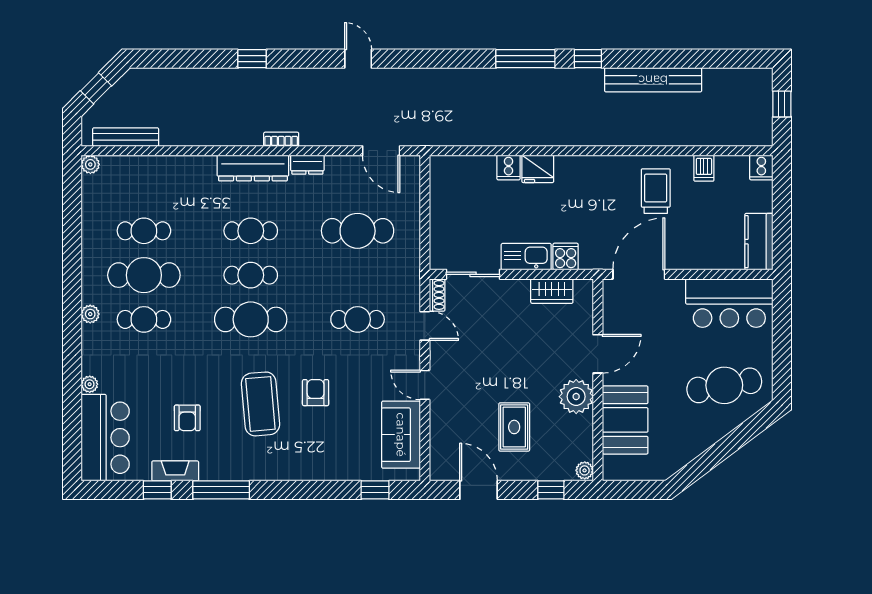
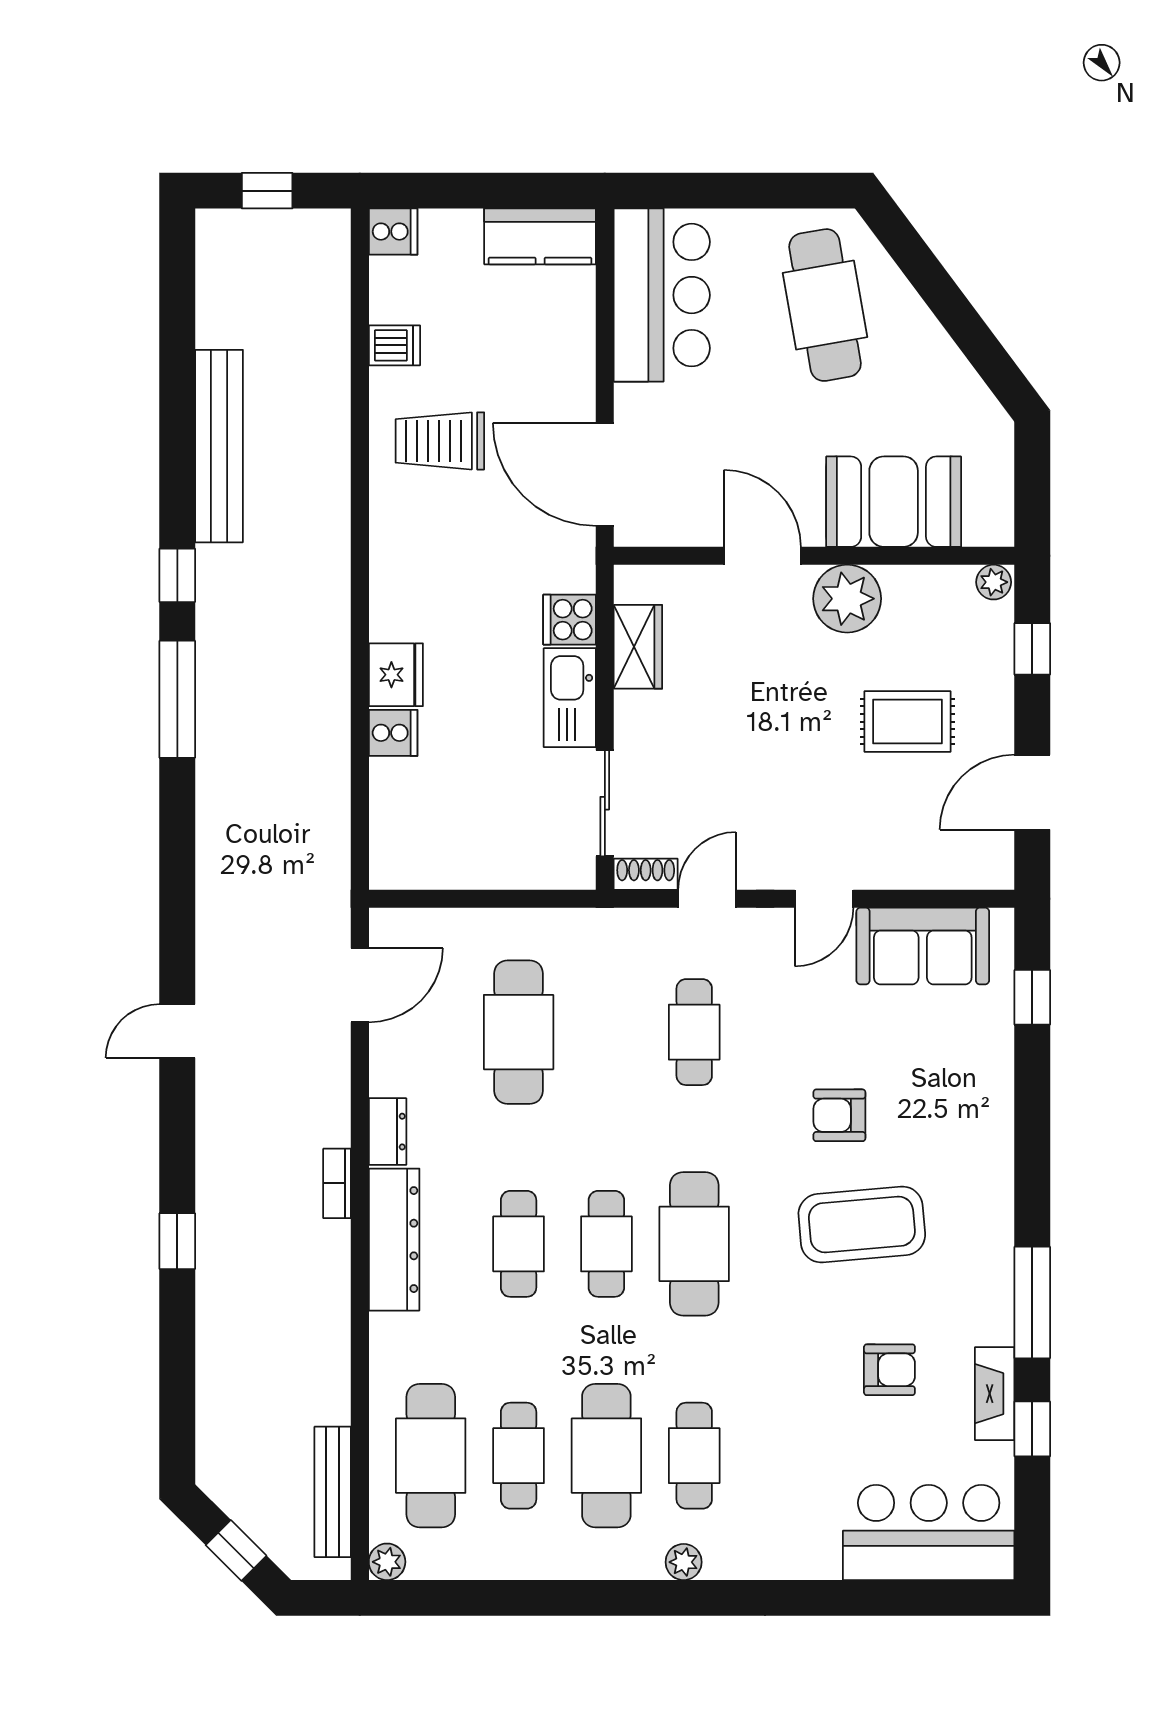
cafe table: (144, 187) -> (431, 1456), added
plant: (90, 384) -> (823, 1563), removed

